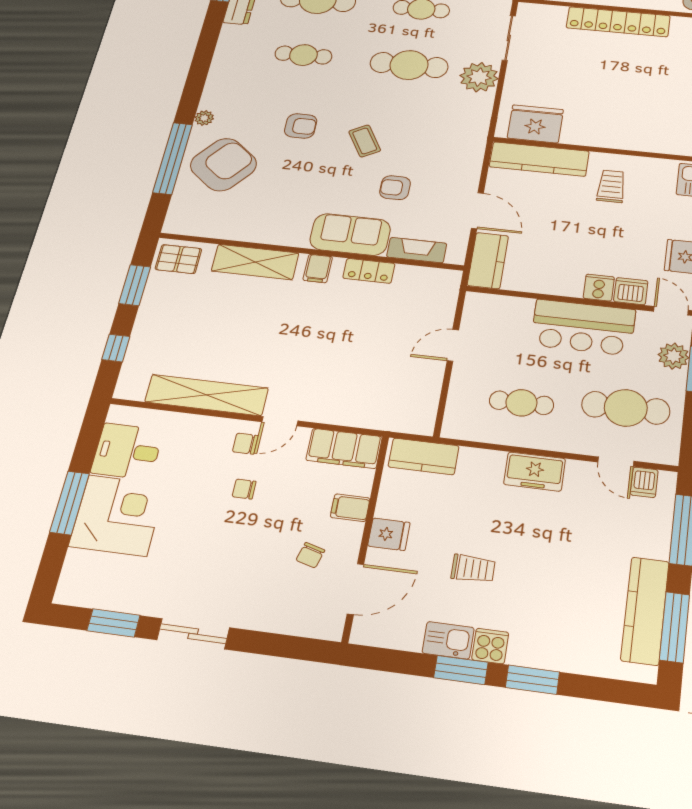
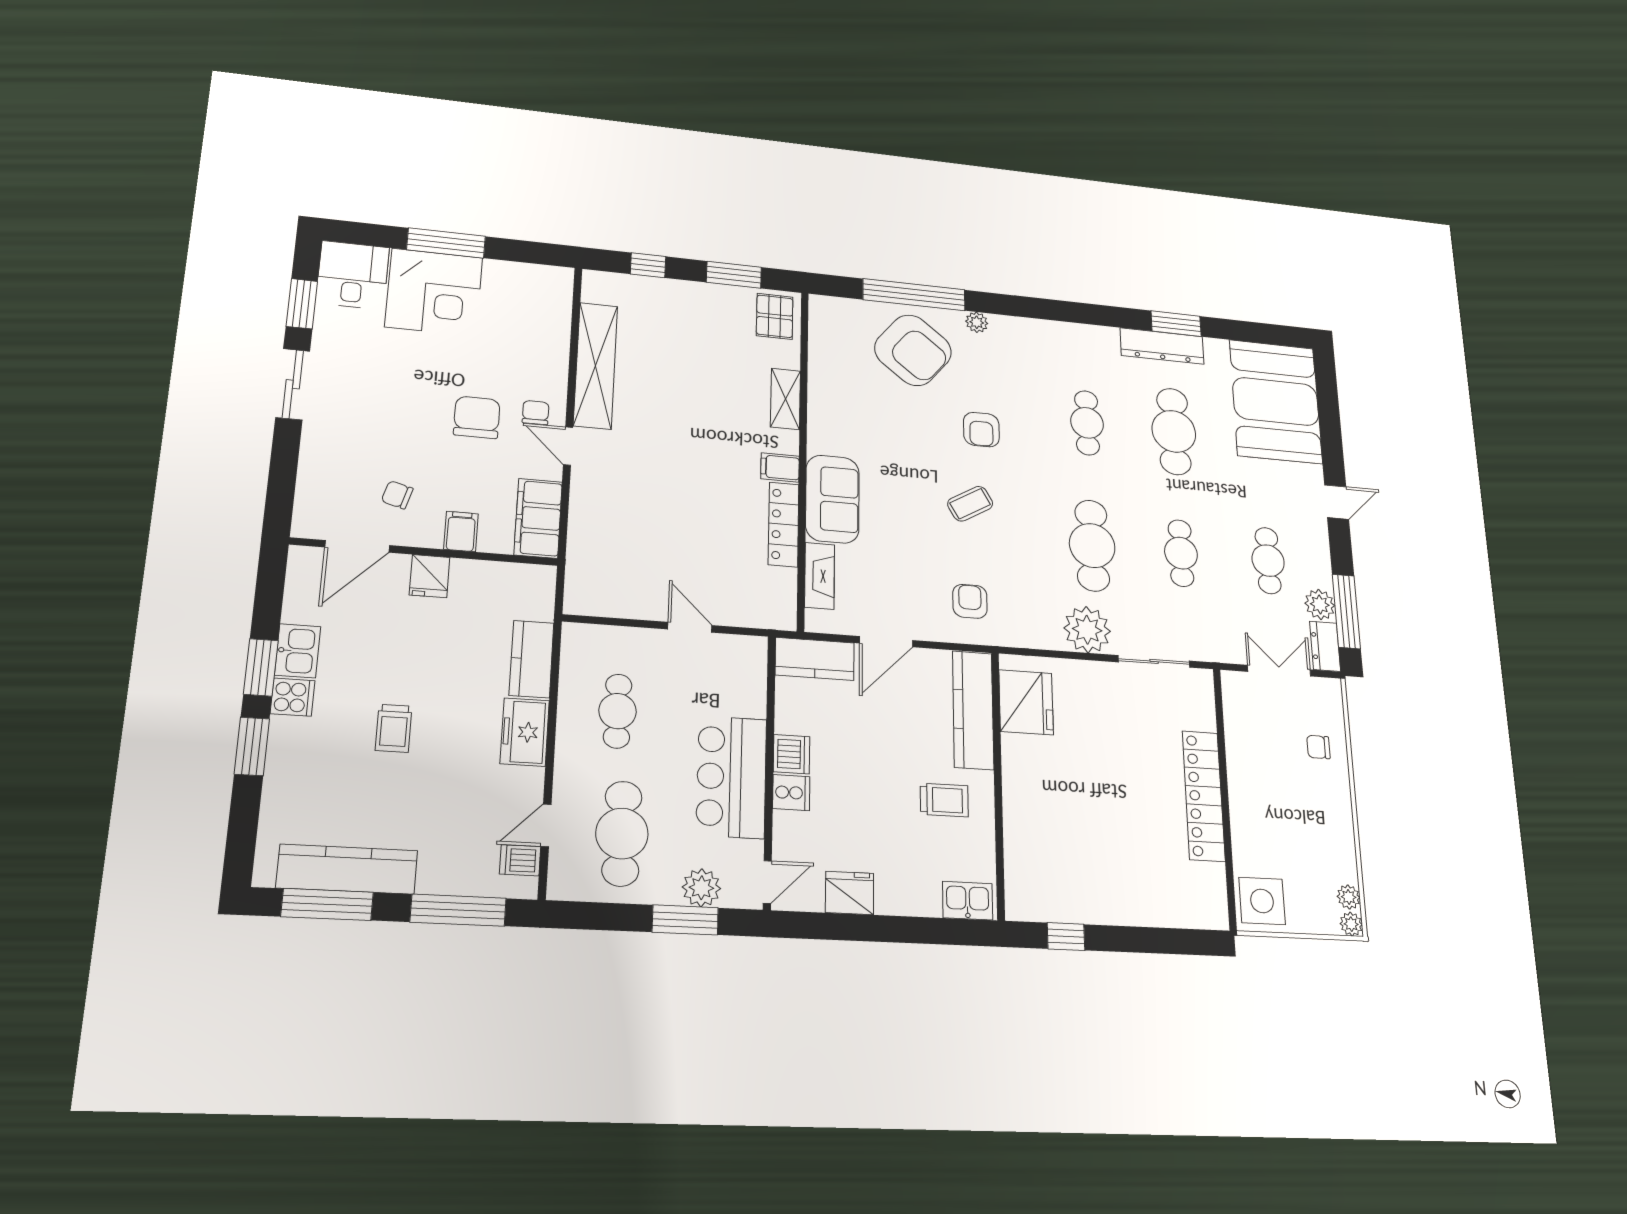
armchair: (395, 188) -> (970, 601), moved
shelving: (255, 262) -> (785, 399), width x0.67, depth x0.75
locker: (369, 271) -> (784, 524), width x1.53
dishwasher: (631, 291) -> (792, 754), moved
desk: (127, 451) -> (353, 275), moved
kitchen counter: (424, 456) -> (532, 659), moved
chair: (244, 489) -> (477, 417), width x1.87, depth x1.87
trolley: (473, 569) -> (394, 728), moved
door: (355, 589) -> (357, 546), hinge flipped

